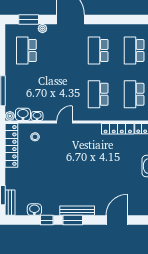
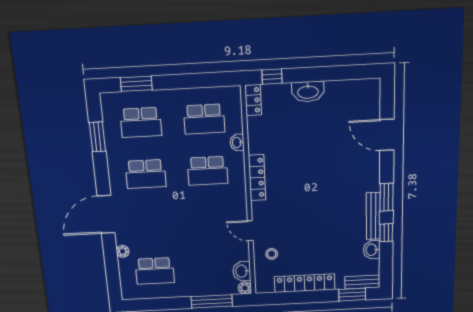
window: (29, 19) -> (97, 137), moved
washbasin: (37, 116) -> (237, 143), moved
door: (65, 122) -> (250, 231), moved
locker: (118, 129) -> (257, 178), moved
locker: (11, 145) -> (305, 283), moved
bench: (77, 211) -> (373, 216), moved

